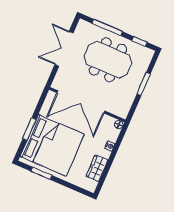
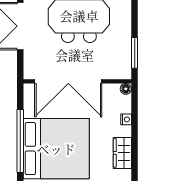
window: (144, 84) -> (135, 53), moved
window: (29, 129) -> (20, 141), width x2.11

